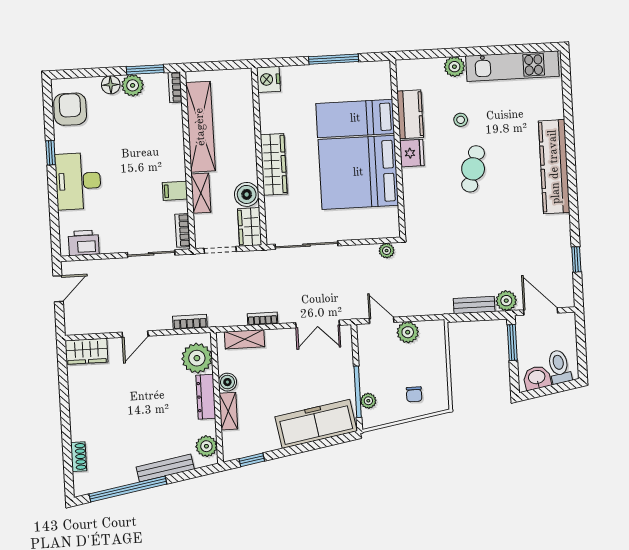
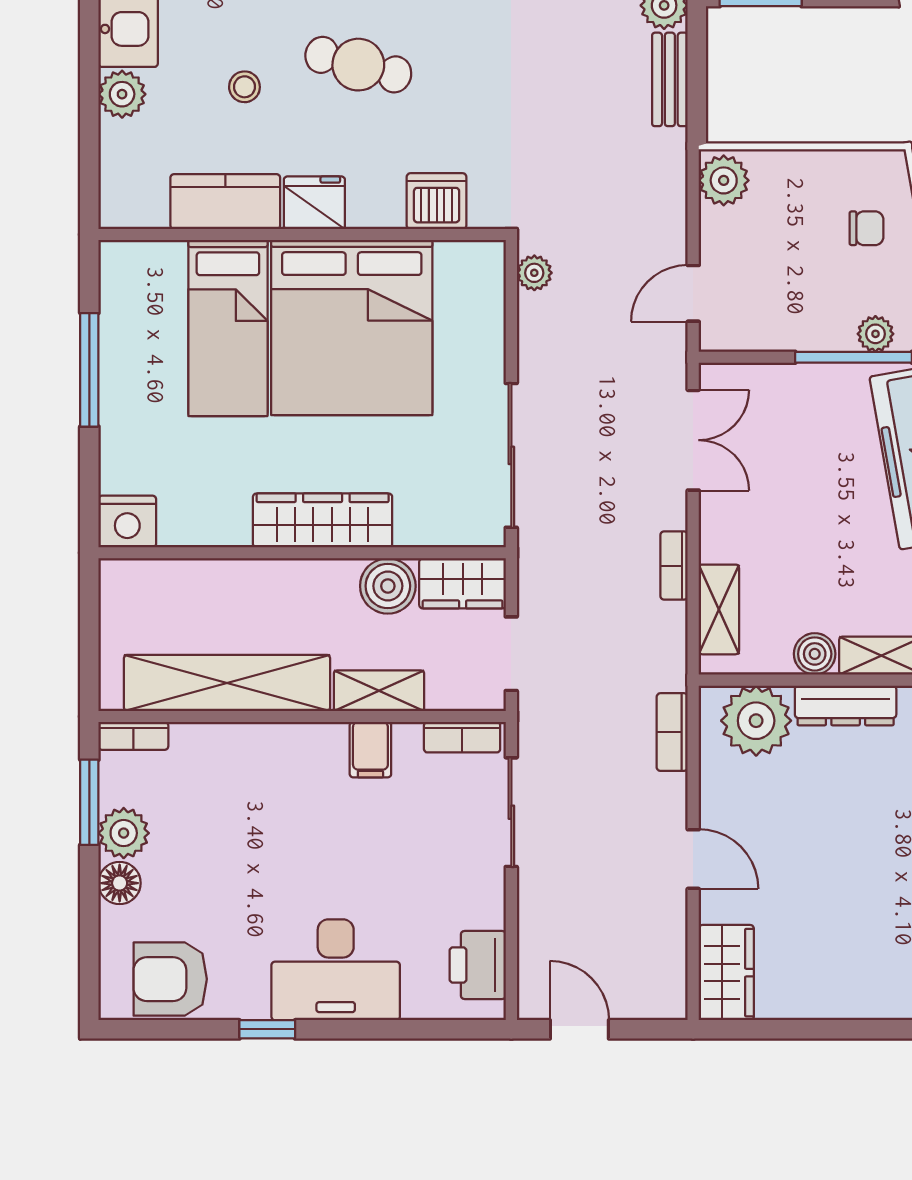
dishwasher: (415, 206) -> (437, 201), added
plant: (408, 332) -> (724, 180), moved

